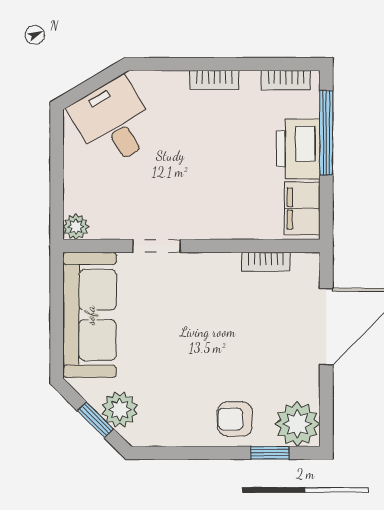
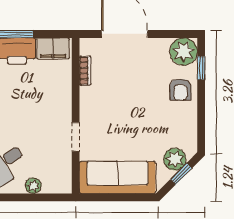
plant: (76, 227) -> (33, 186), moved

